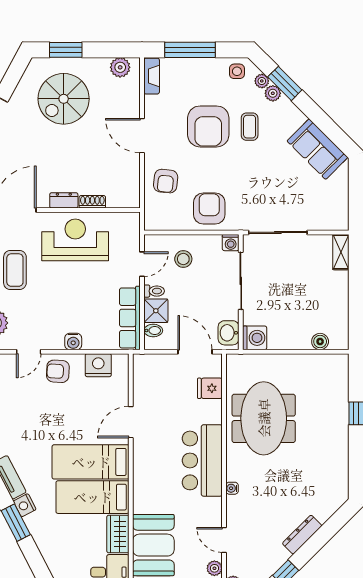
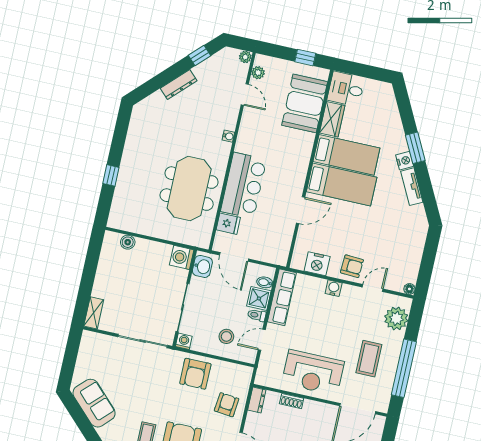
dresser: (64, 200) -> (257, 400), moved, turned -90
bar counter: (202, 460) -> (244, 185), moved

